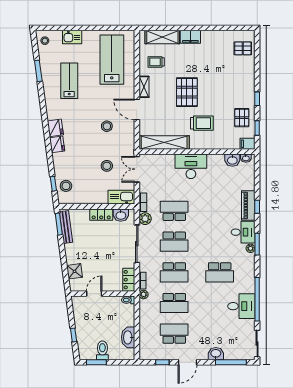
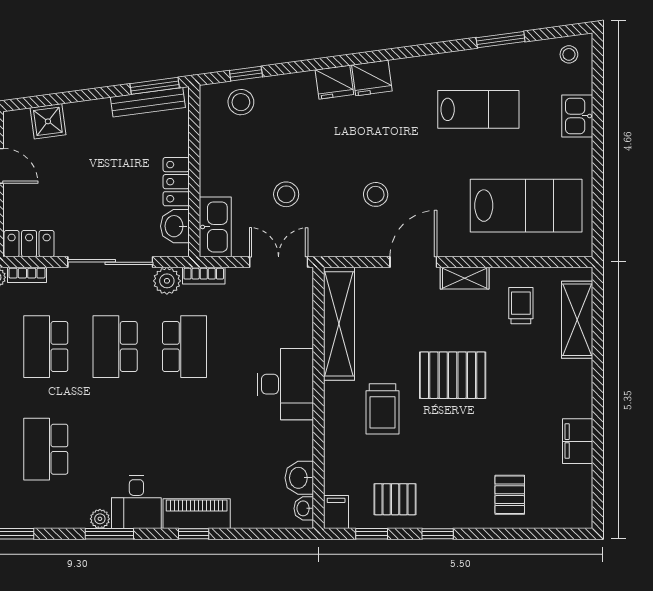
filing cabinet: (190, 37) -> (578, 441), moved
pallet: (243, 48) -> (510, 495), moved

